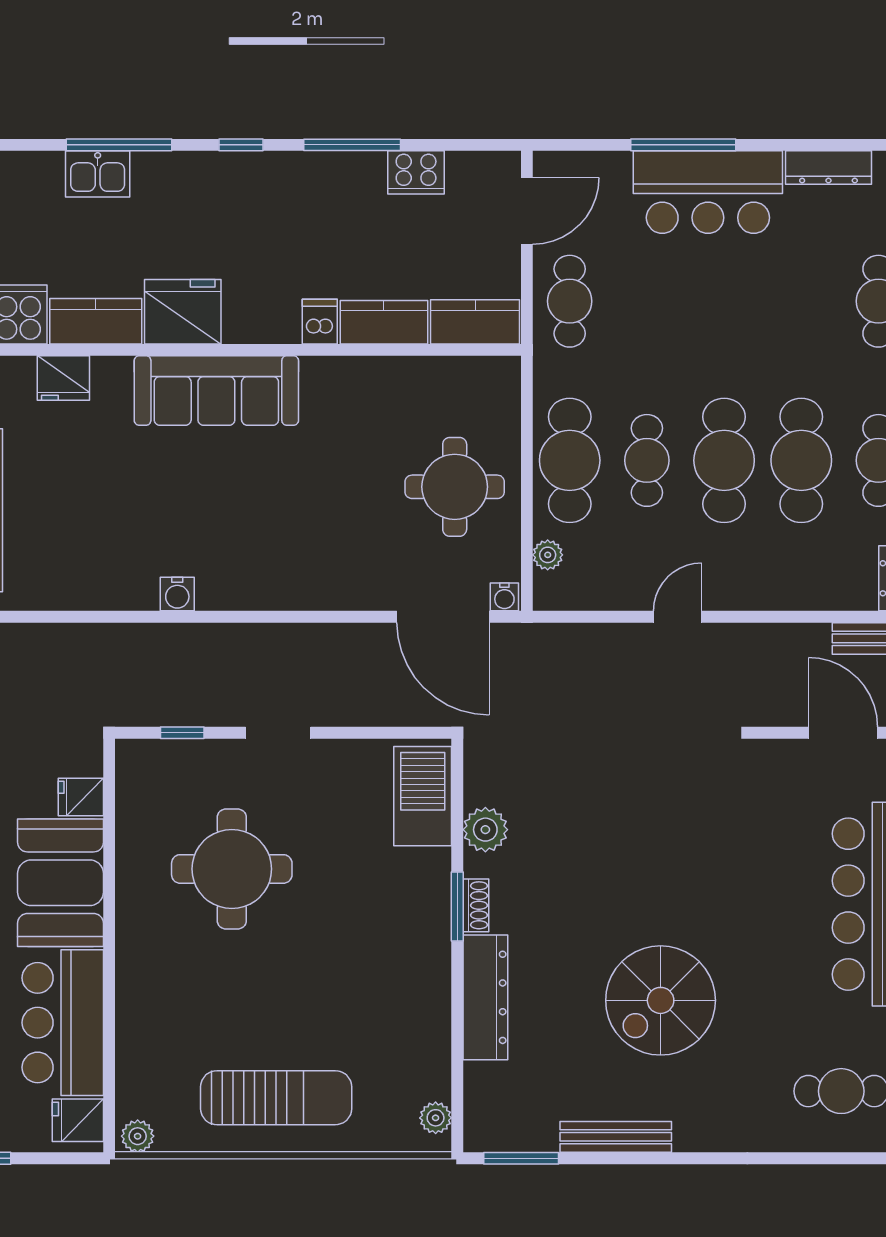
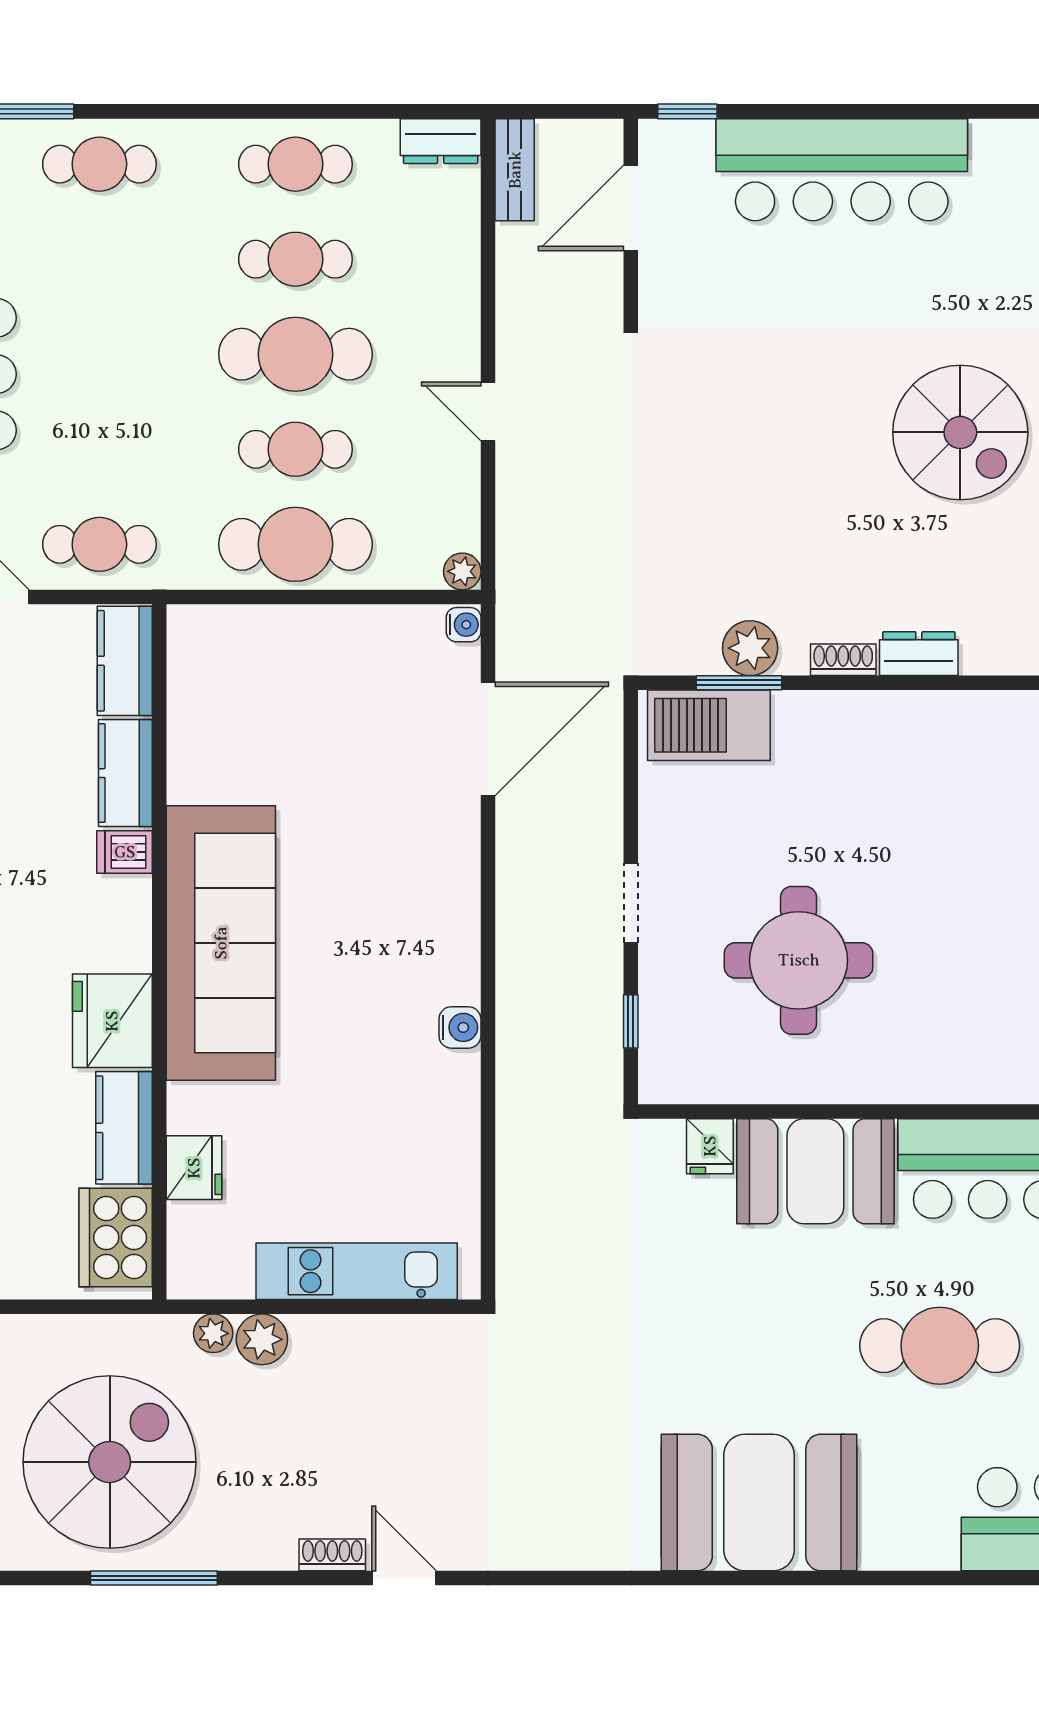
sofa: (216, 391) -> (221, 943), width x1.36, depth x1.27
cafe table: (801, 460) -> (295, 259), width x0.73, depth x0.74
round table: (455, 487) -> (328, 686), removed
plant: (548, 555) -> (462, 571), moved
door: (443, 617) -> (488, 739), moved
window: (457, 907) -> (739, 683), moved
dresser: (485, 997) -> (919, 654), width x0.51, depth x0.80

